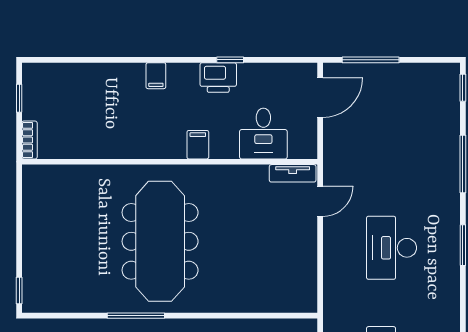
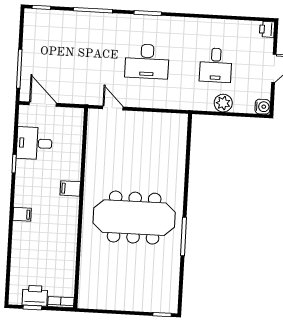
printer: (218, 78) -> (35, 296), moved, turned -90
desk: (263, 134) -> (34, 143), moved, turned 180
tv unit: (293, 173) -> (93, 125), removed

